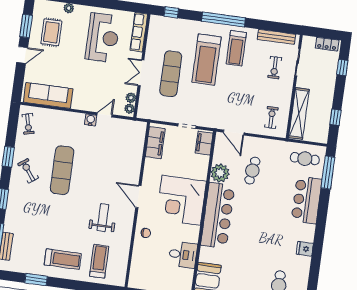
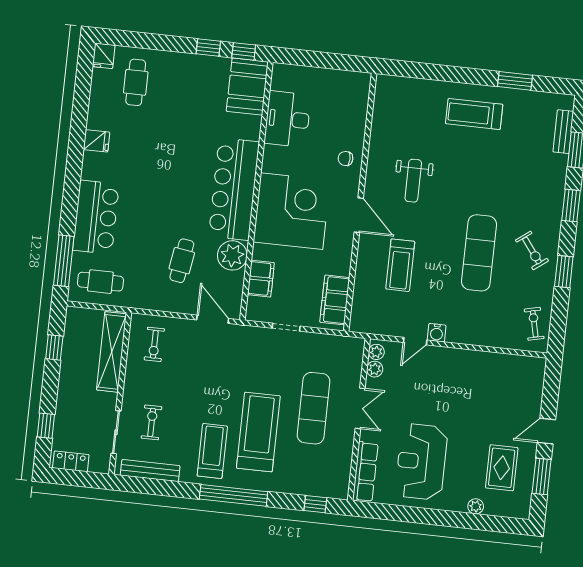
sofa: (48, 96) -> (504, 369), removed
filing cabinet: (204, 143) -> (261, 279), moved
desk: (183, 255) -> (288, 119), width x1.37
treadmill: (99, 261) -> (400, 265), moved

